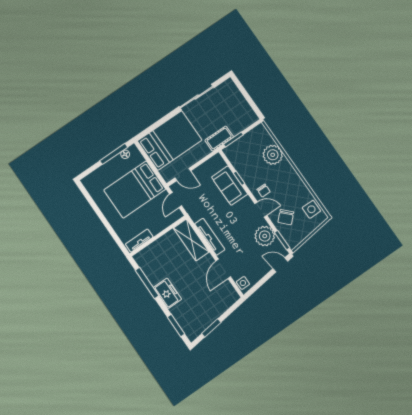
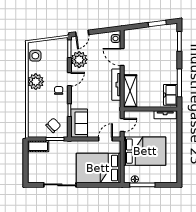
cot: (219, 139) -> (38, 146), moved
plant: (273, 155) -> (36, 82), moved
door: (183, 174) -> (105, 139), hinge flipped
sofa: (230, 186) -> (79, 123), moved
door: (261, 209) -> (69, 79), swing flipped
chair: (286, 217) -> (53, 125), moved
door: (280, 265) -> (82, 33), hinge flipped
door: (223, 269) -> (122, 57), swing flipped
freezer: (167, 293) -> (170, 95), moved

